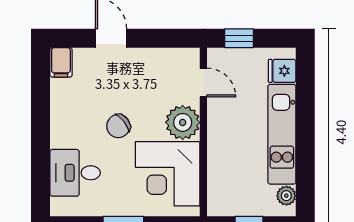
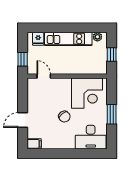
door: (203, 83) -> (44, 76), hinge flipped
plant: (183, 122) -> (63, 86), removed
desk: (75, 173) -> (91, 137), width x1.37

